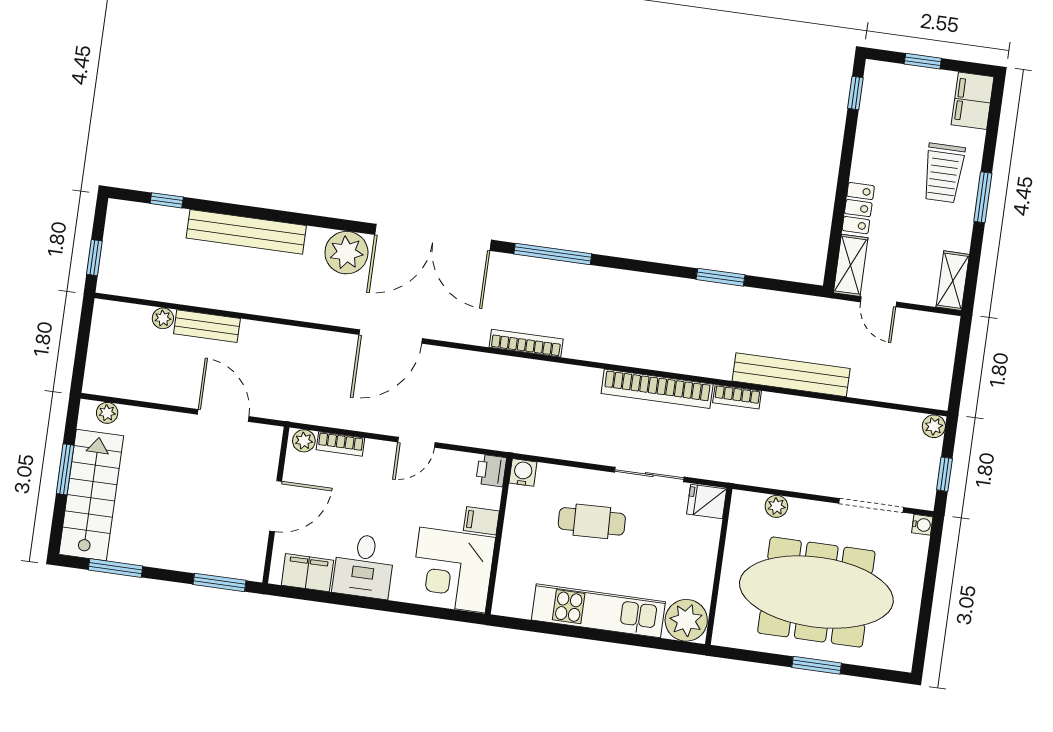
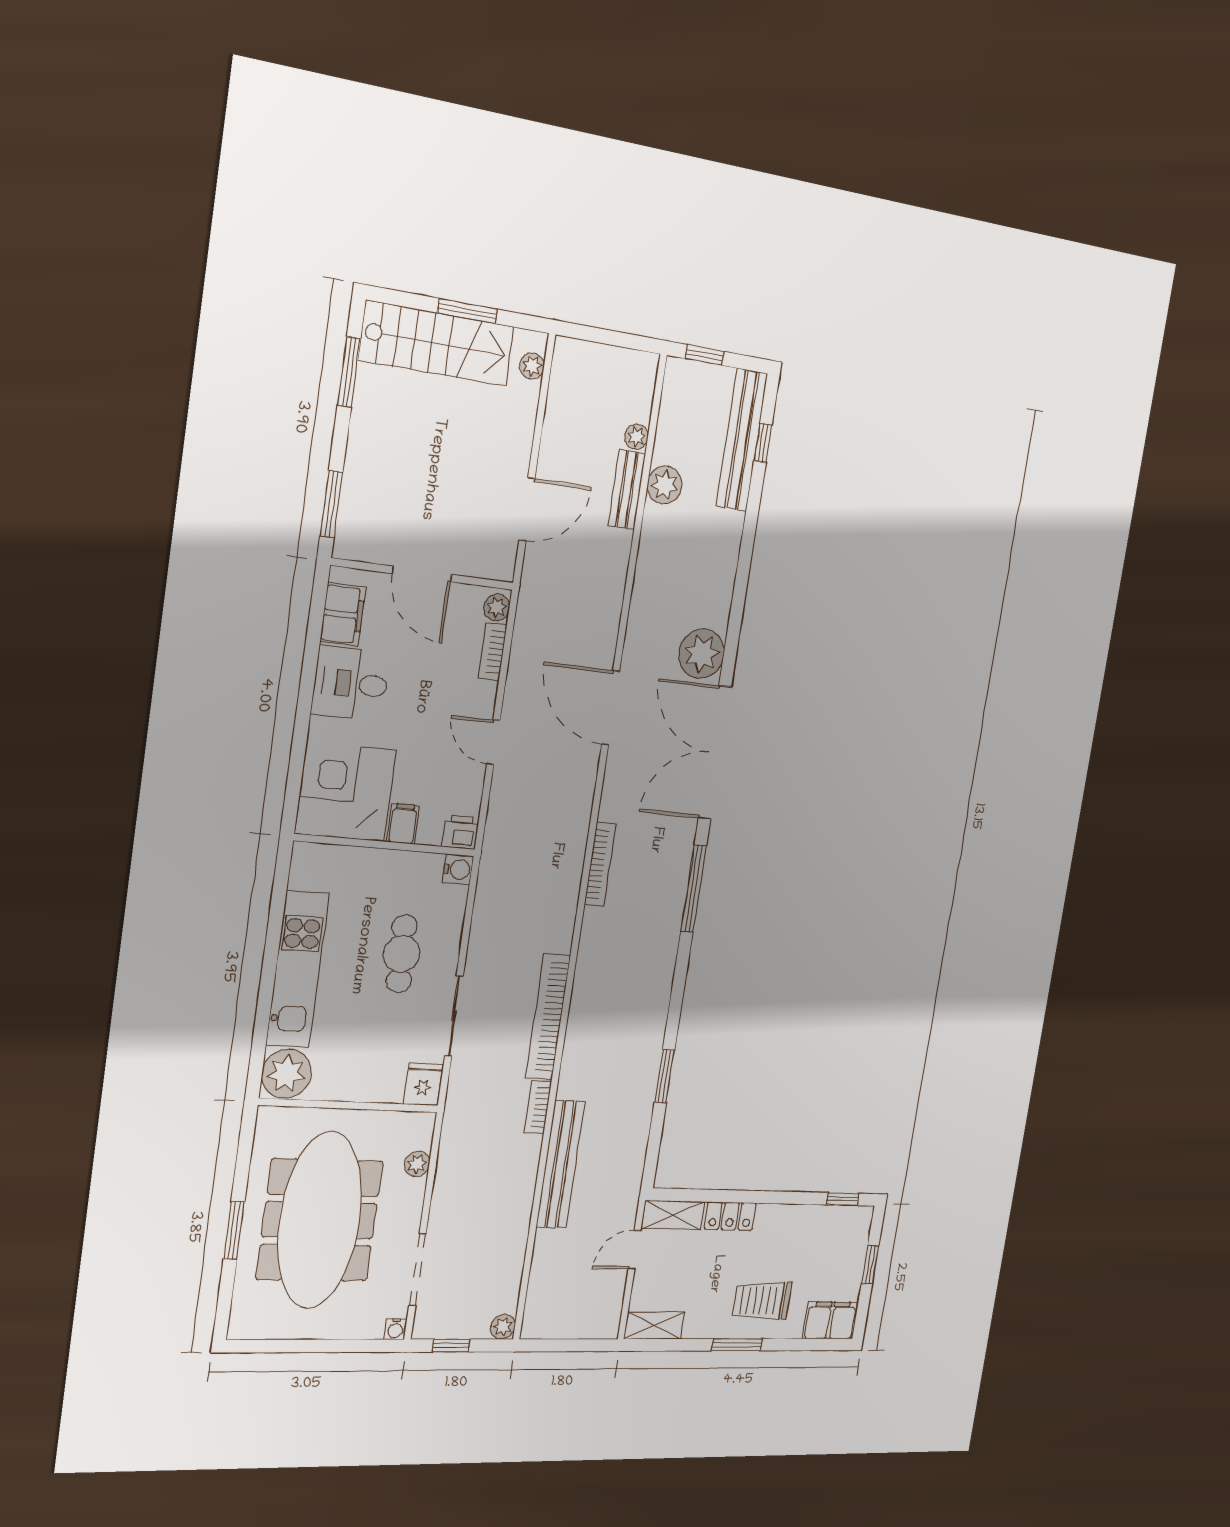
bench: (246, 232) -> (742, 440), moved
plant: (203, 292) -> (665, 485), added

